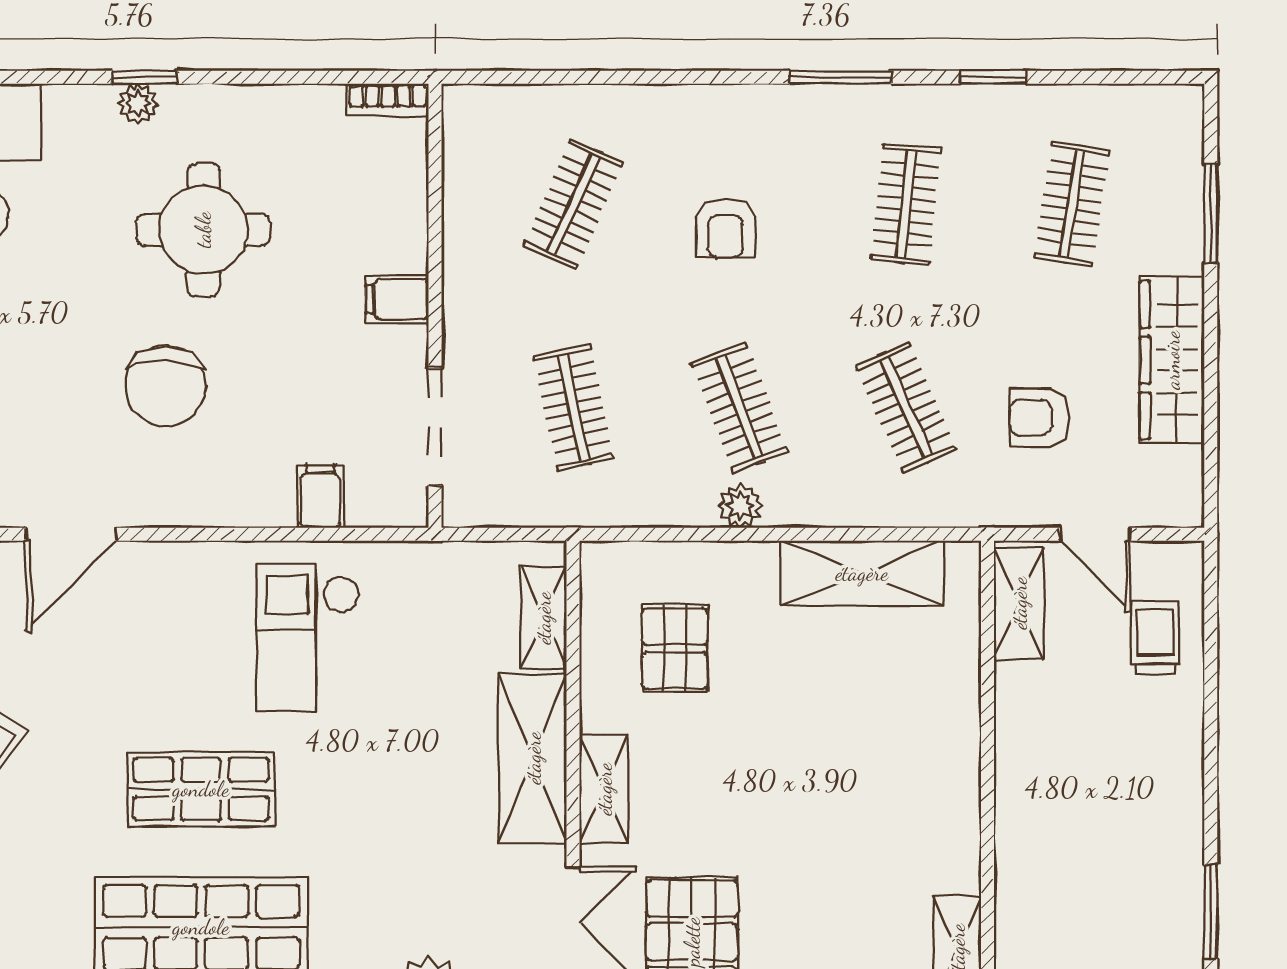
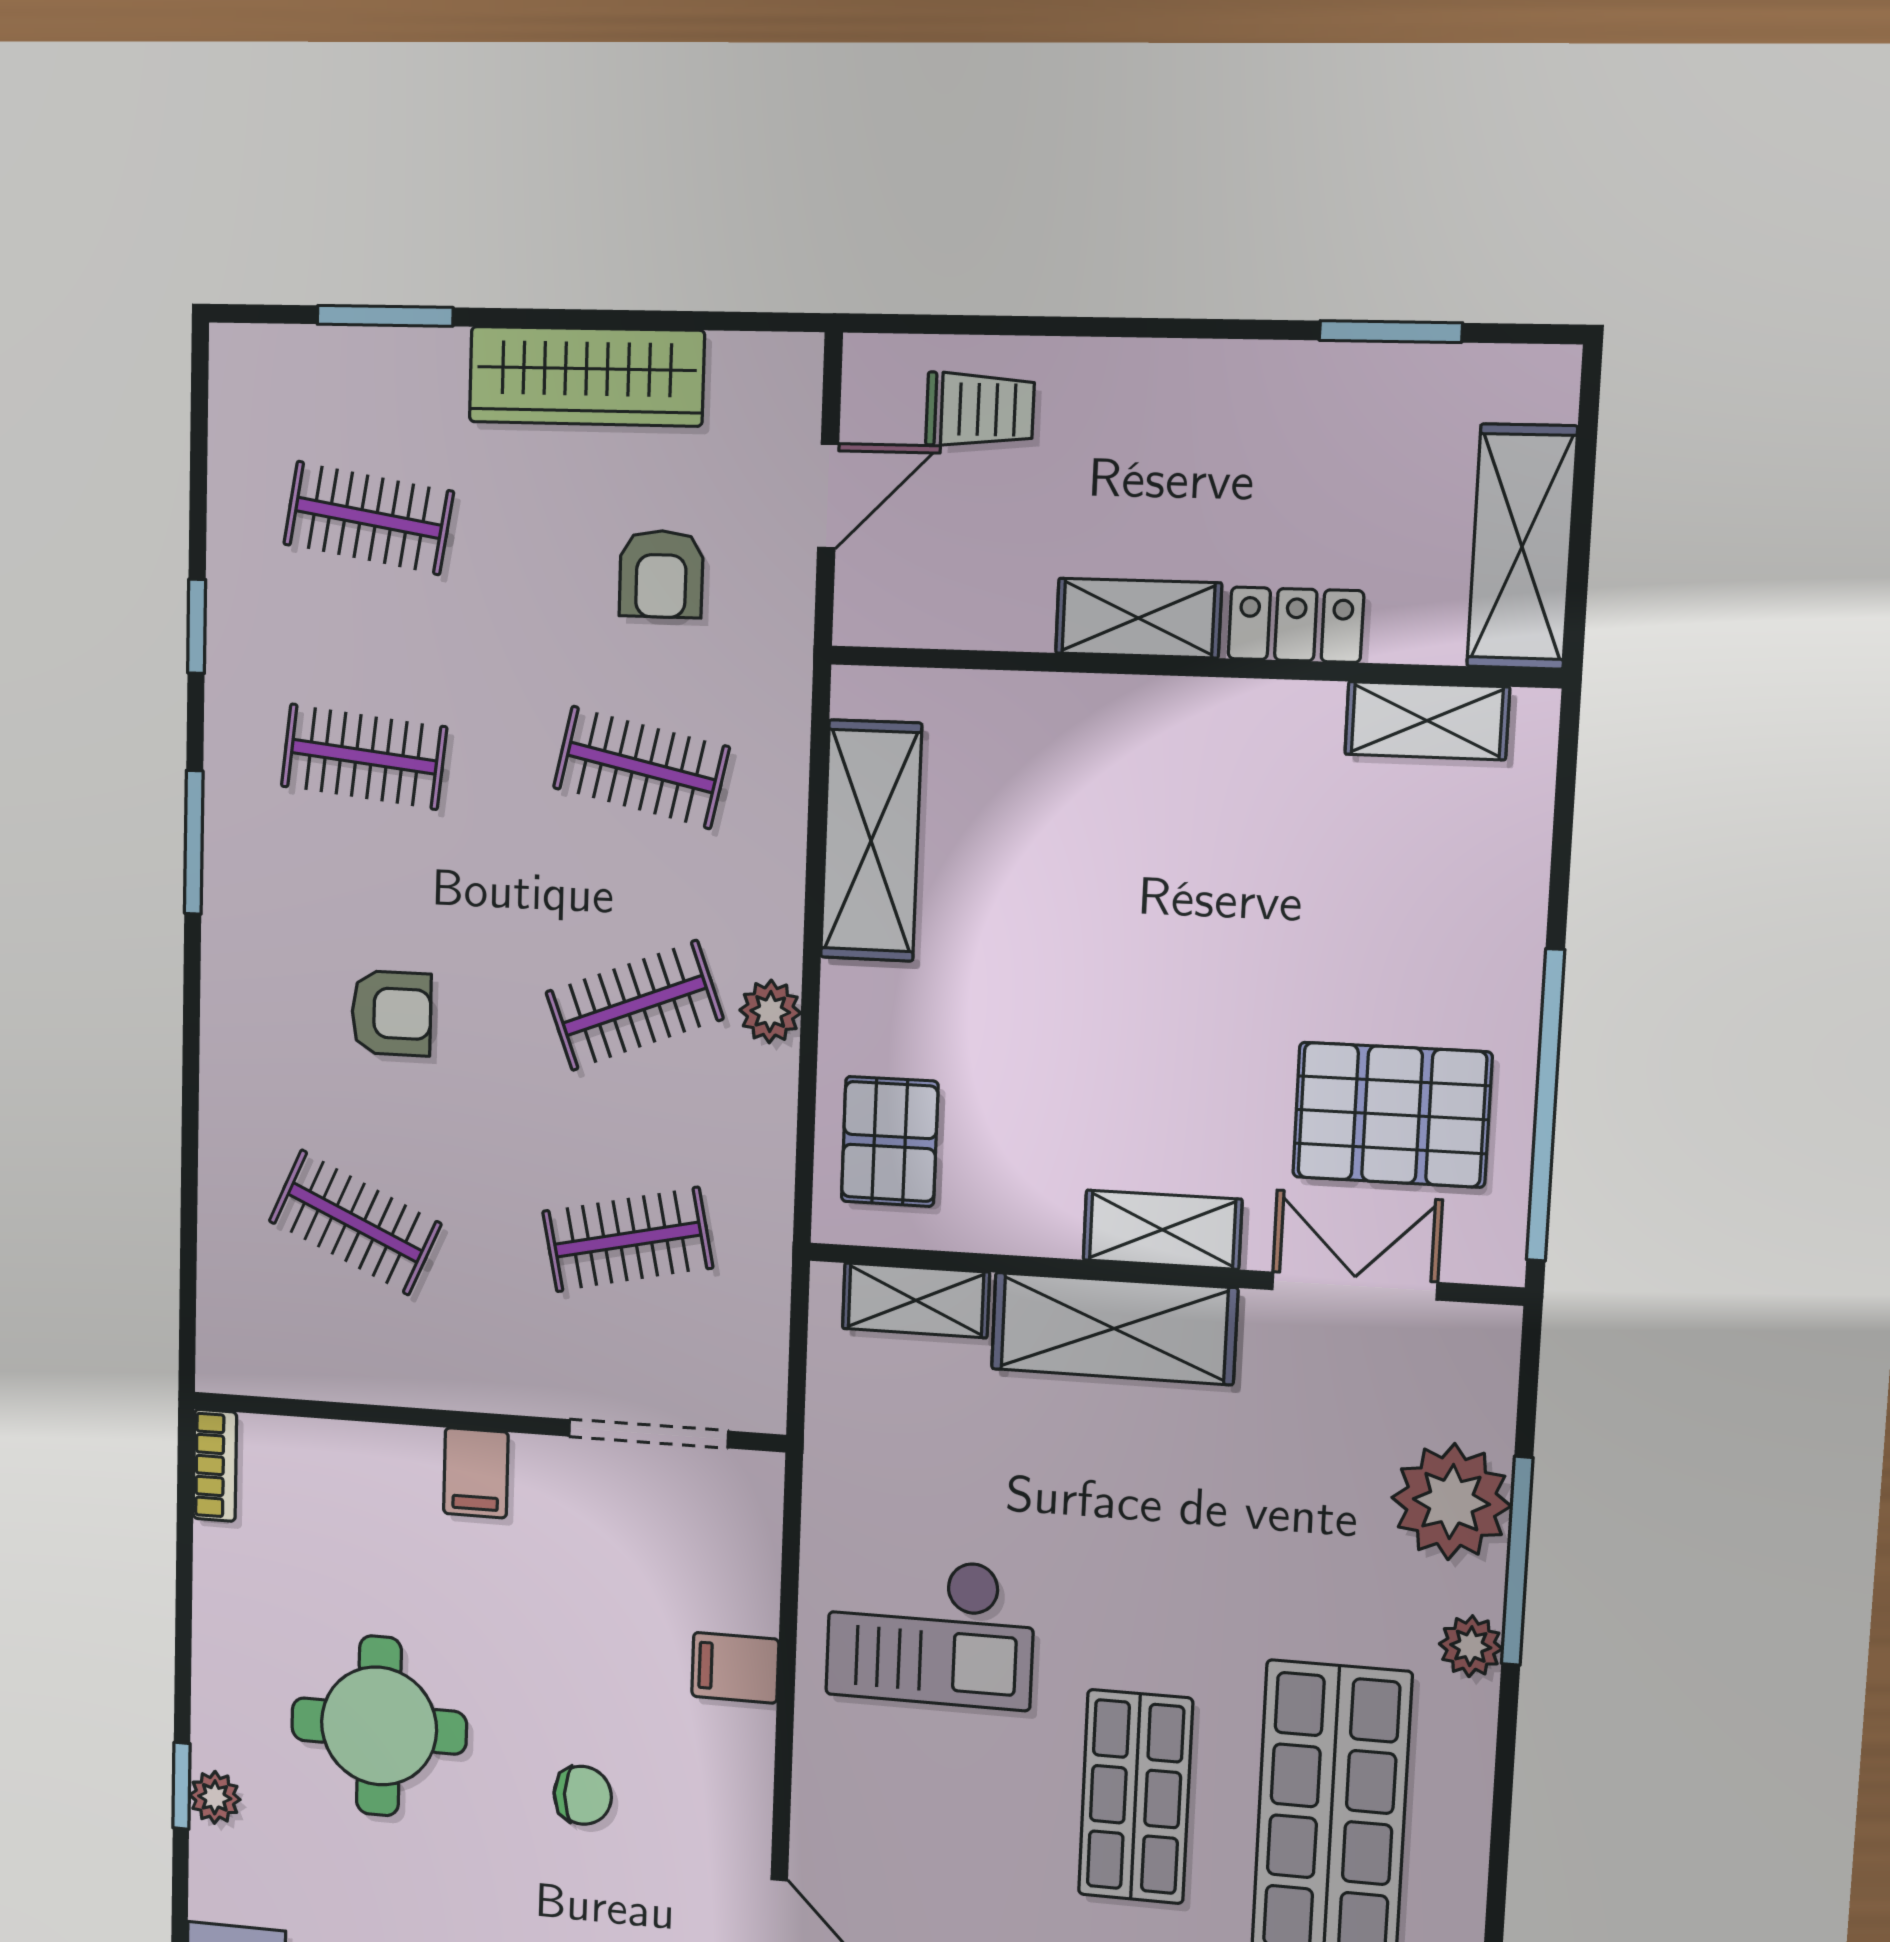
chair: (165, 386) -> (583, 1795), width x0.54, depth x0.54
clothes rail: (906, 407) -> (641, 767), turned 36
filing cabinet: (320, 496) -> (735, 1668), moved
shelving: (1019, 603) -> (1138, 618), moved
trolley: (1155, 637) -> (980, 409), turned 180
pallet: (675, 649) -> (890, 1141), moved, turned 90
locker: (1018, 859) -> (1296, 625), added

